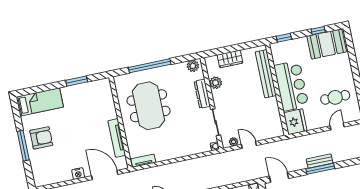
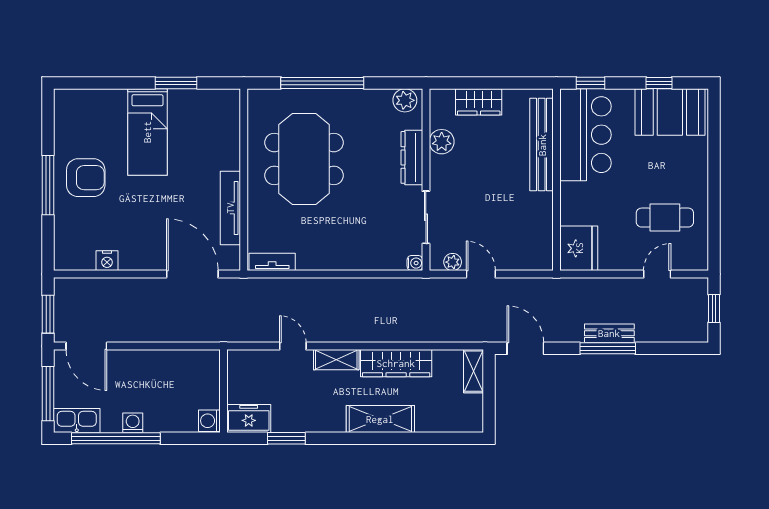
bar counter: (291, 86) -> (585, 135), moved
bed: (40, 102) -> (147, 132), moved, turned 90
nightstand: (78, 174) -> (107, 261), moved

